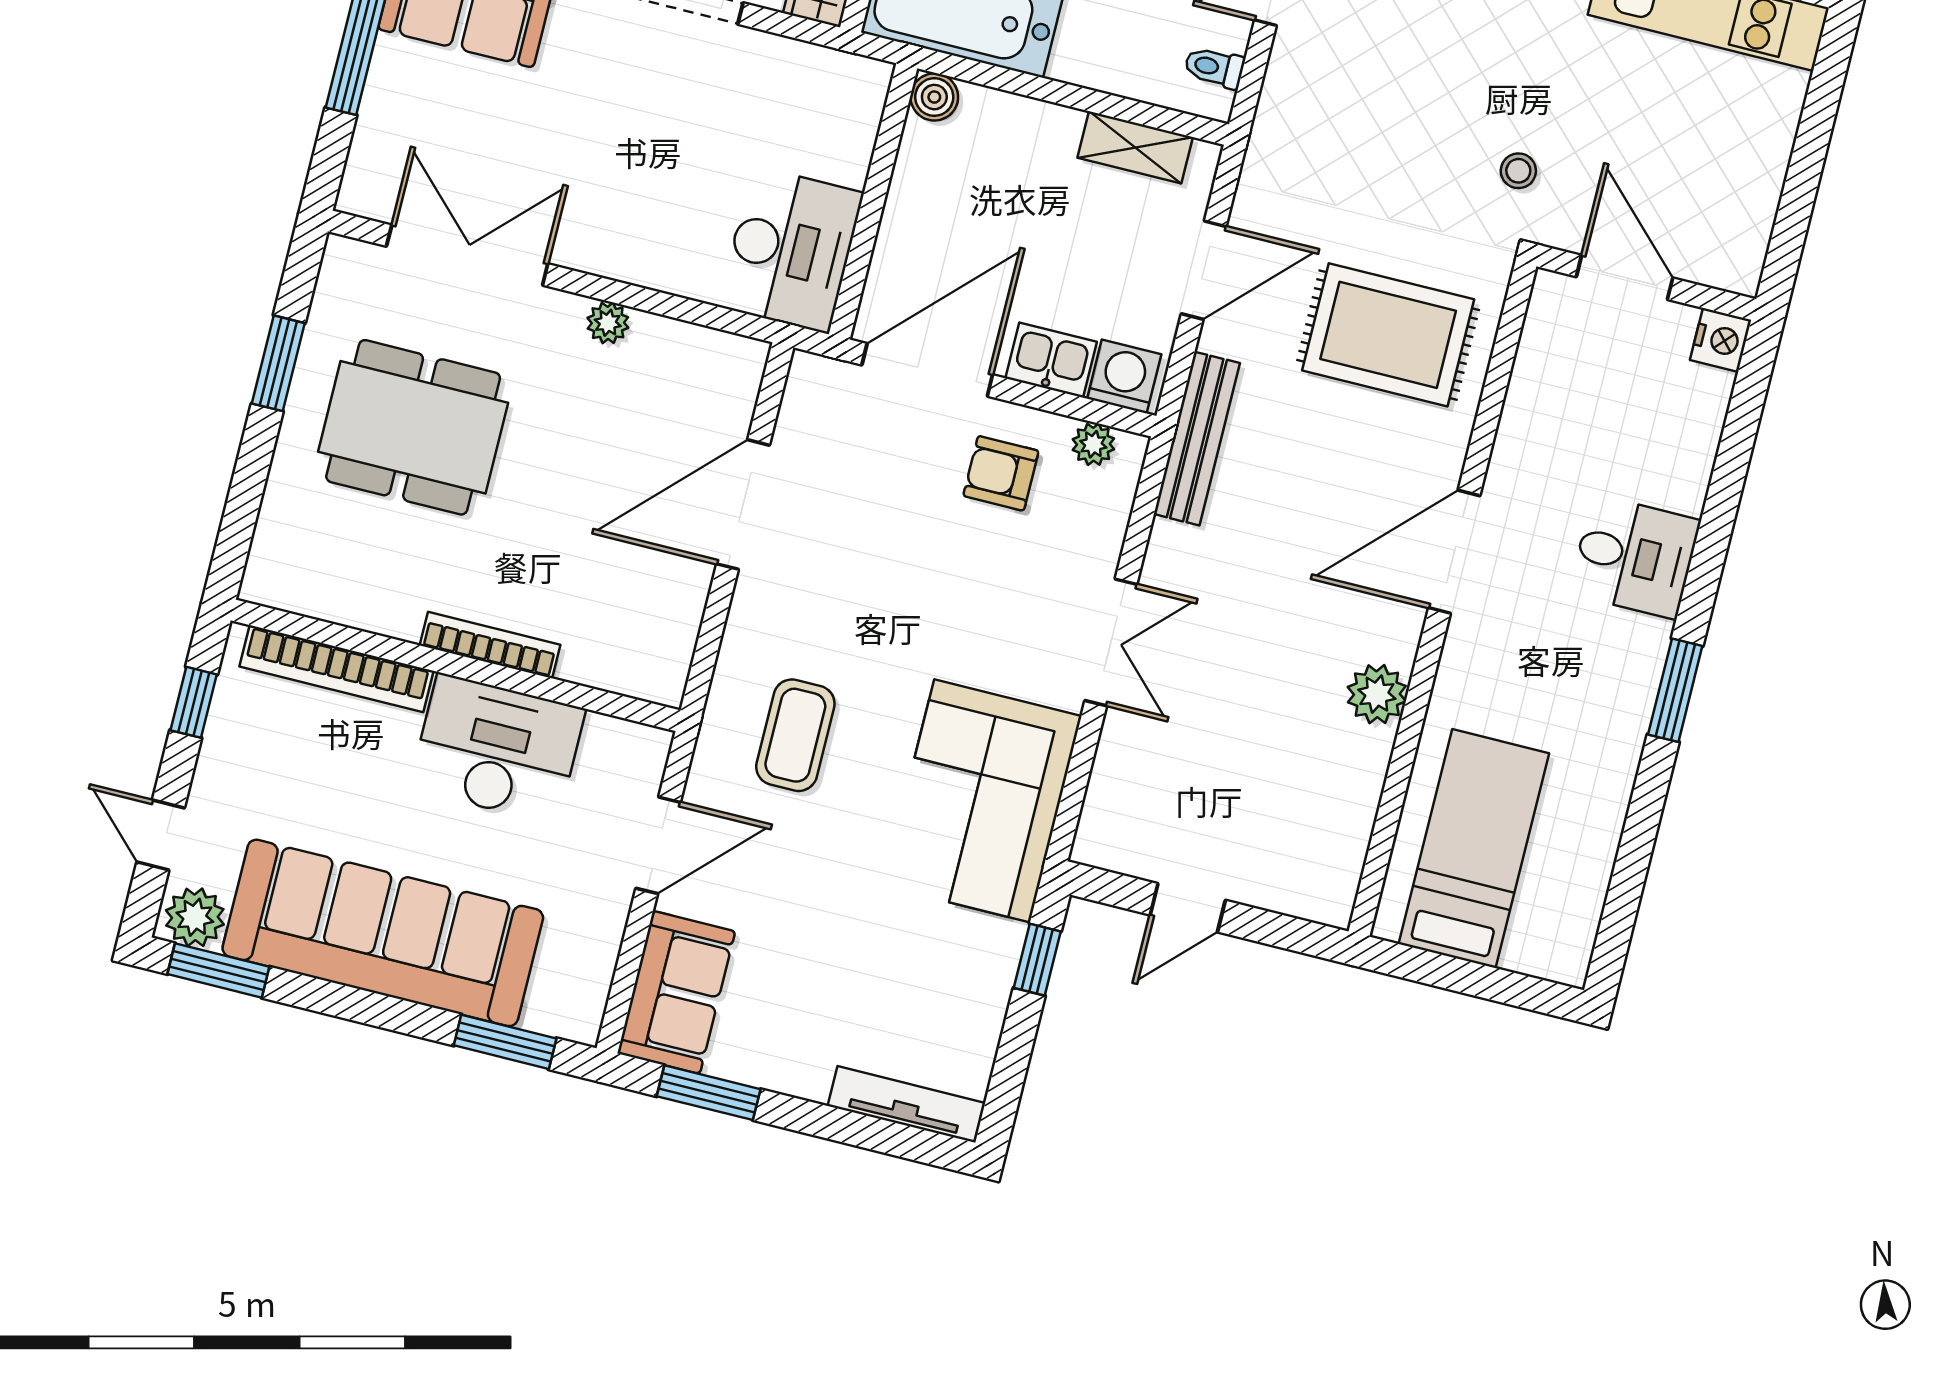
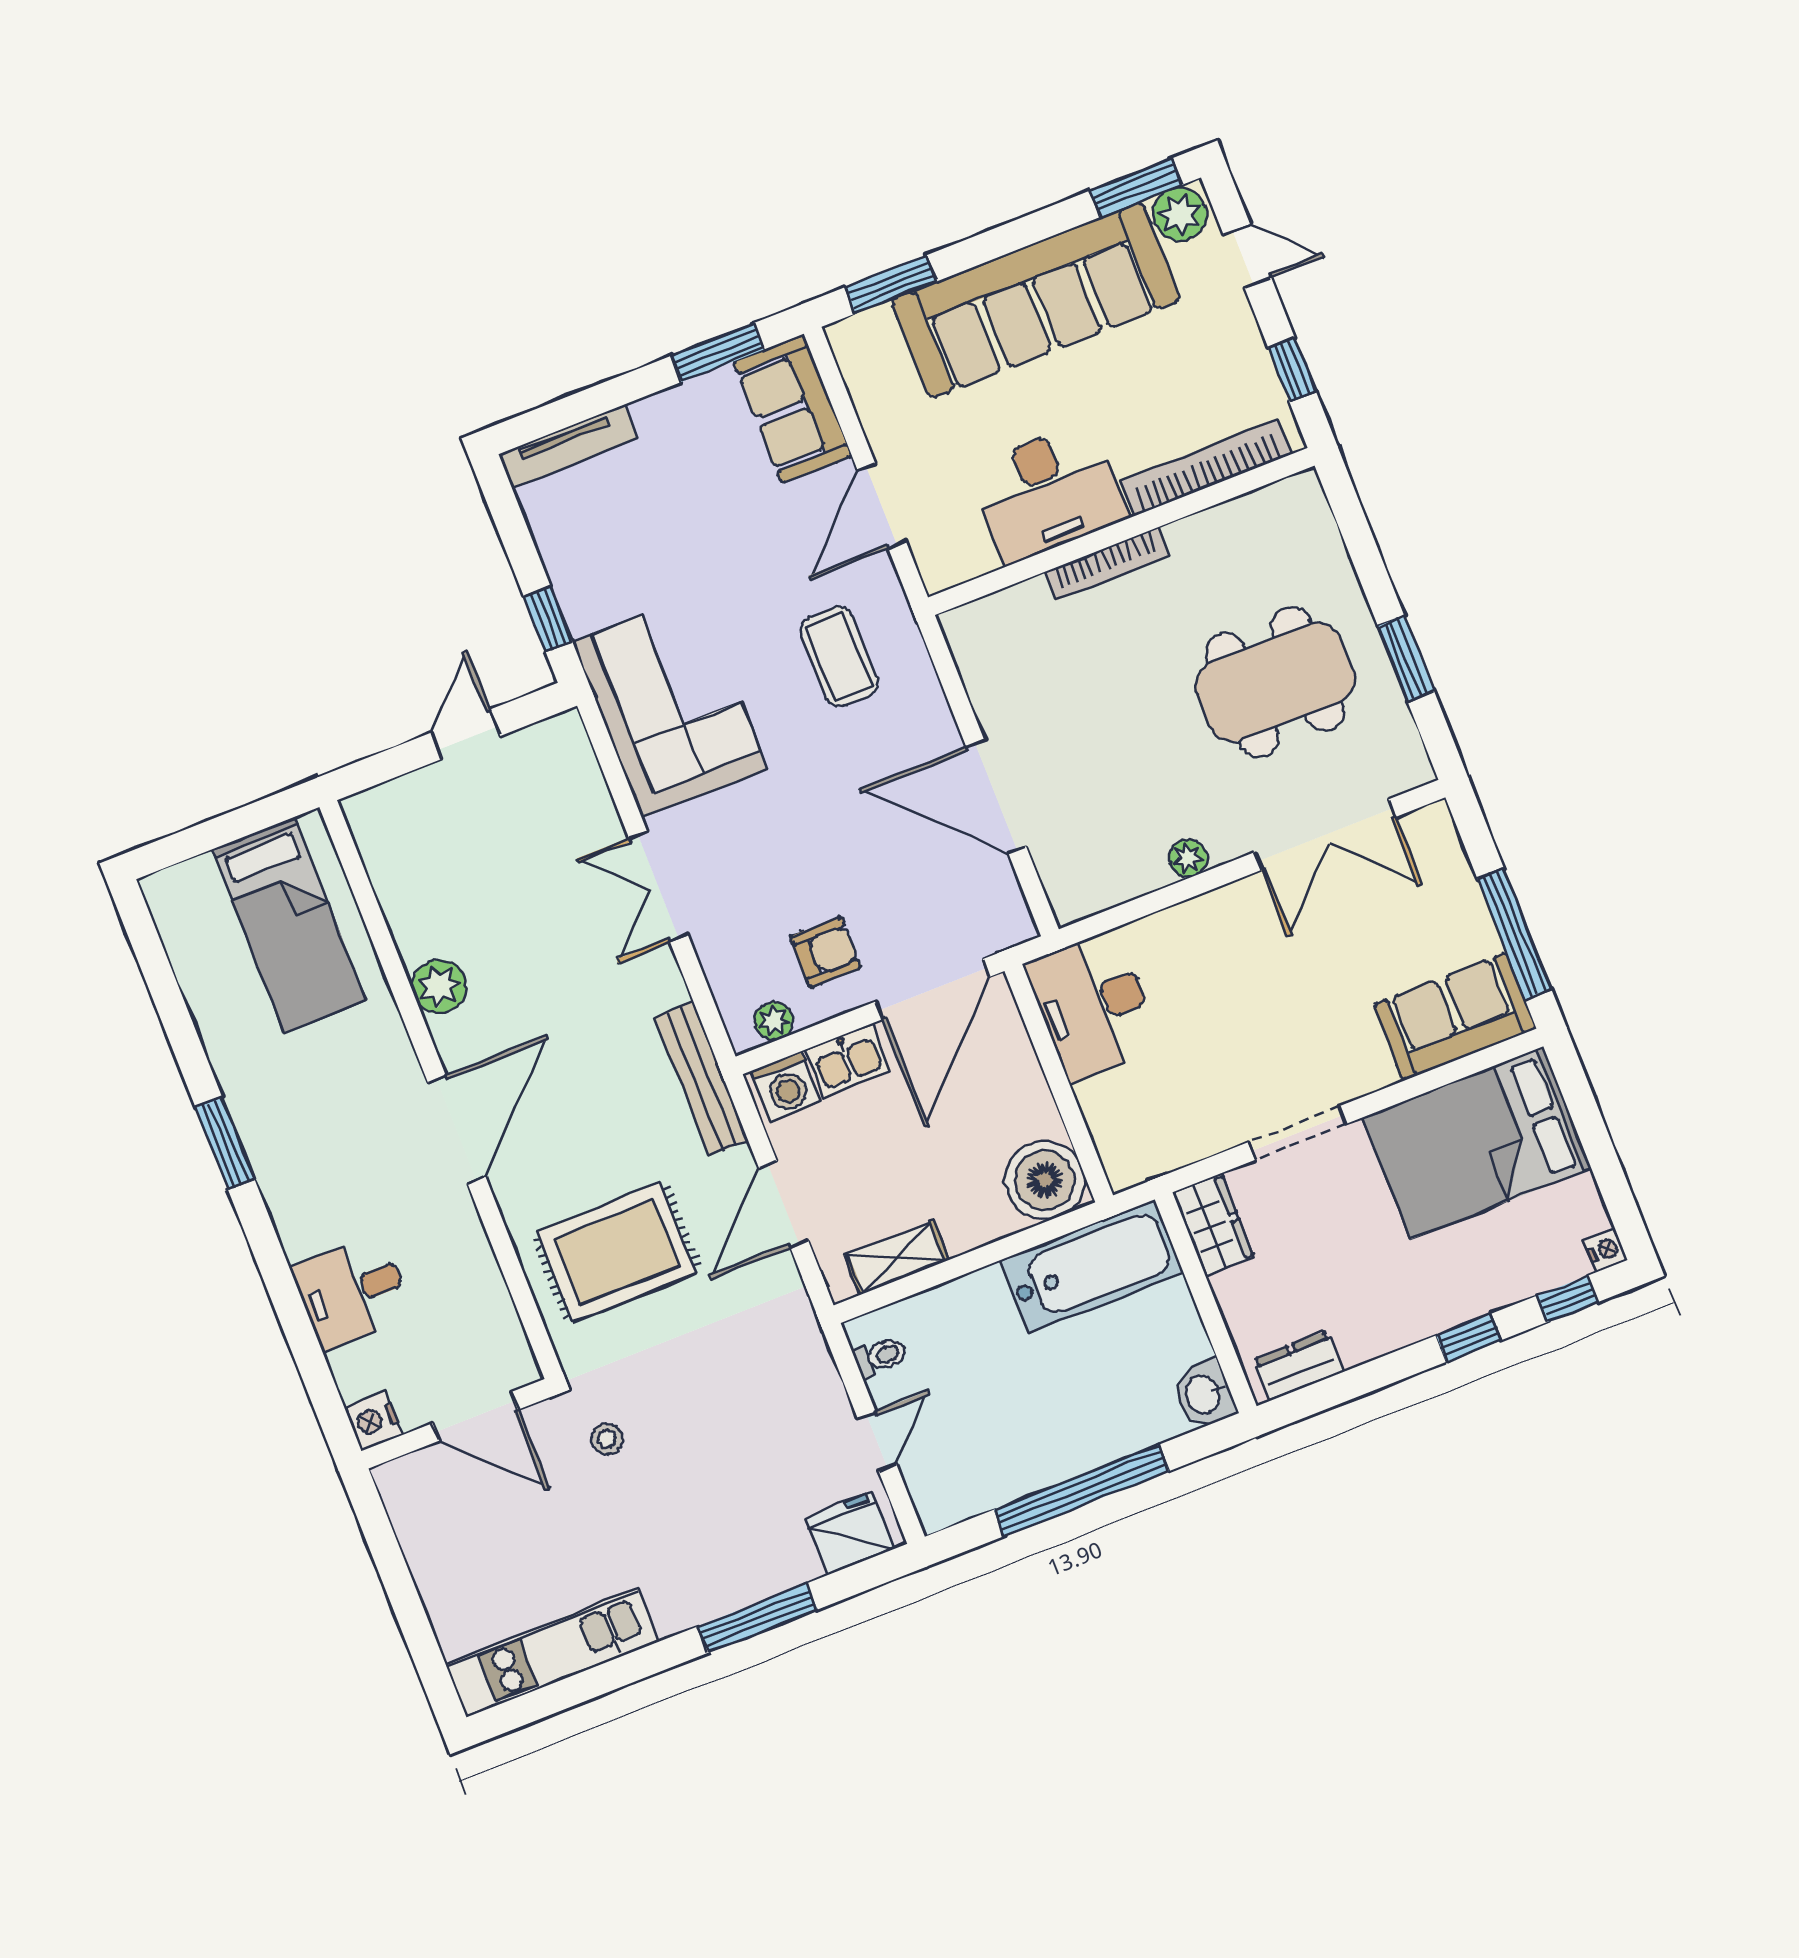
boiler: (934, 97) -> (1045, 1180), width x1.86, depth x1.86
door: (743, 505) -> (996, 796), swing flipped
desk: (1635, 557) -> (352, 1292), moved

